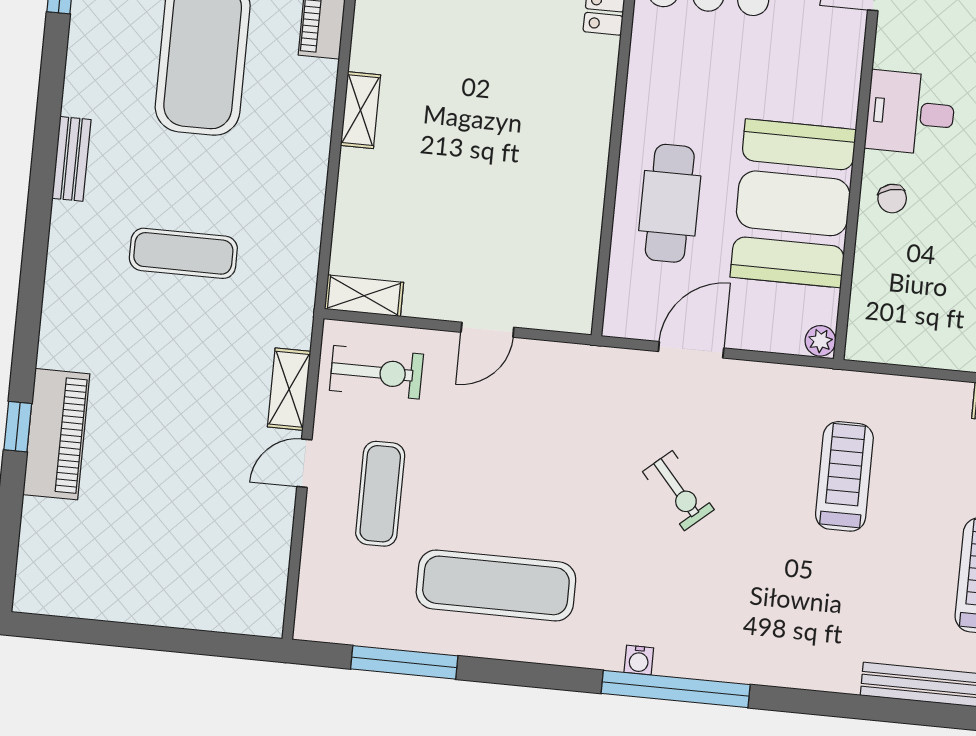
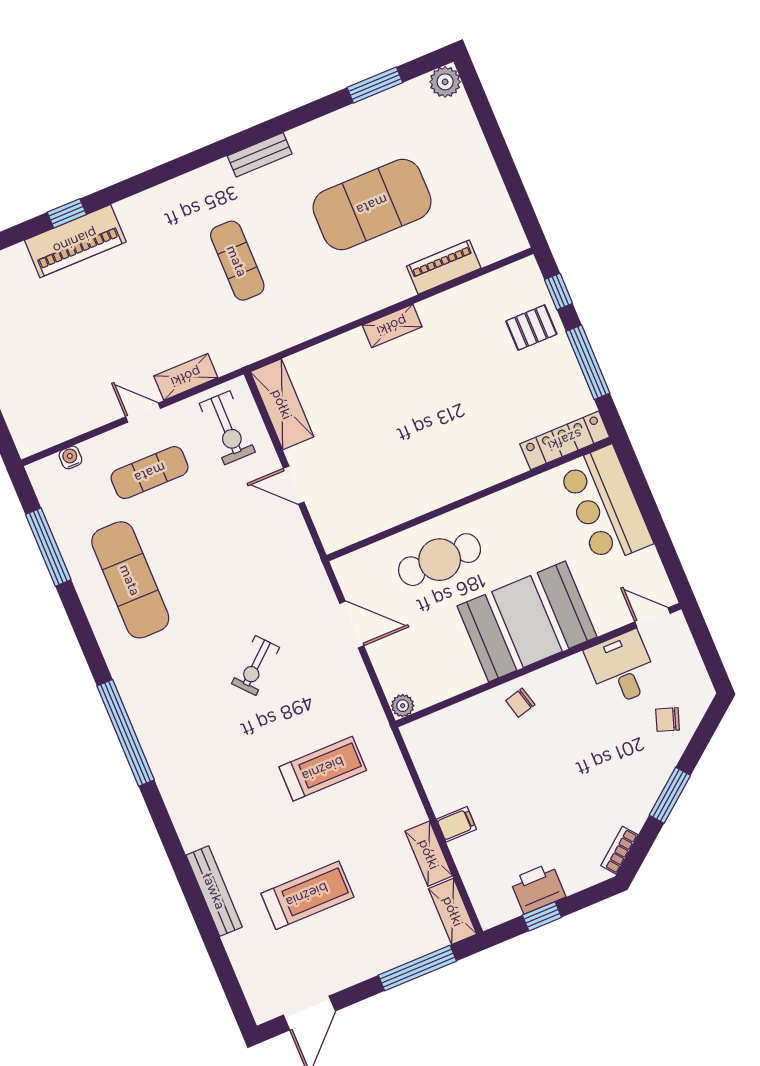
desk: (910, 113) -> (622, 668), moved
booth: (793, 203) -> (527, 621), moved
shelving: (364, 296) -> (282, 404), width x1.50, depth x1.33
water cooler: (639, 660) -> (70, 457), moved, turned 90

